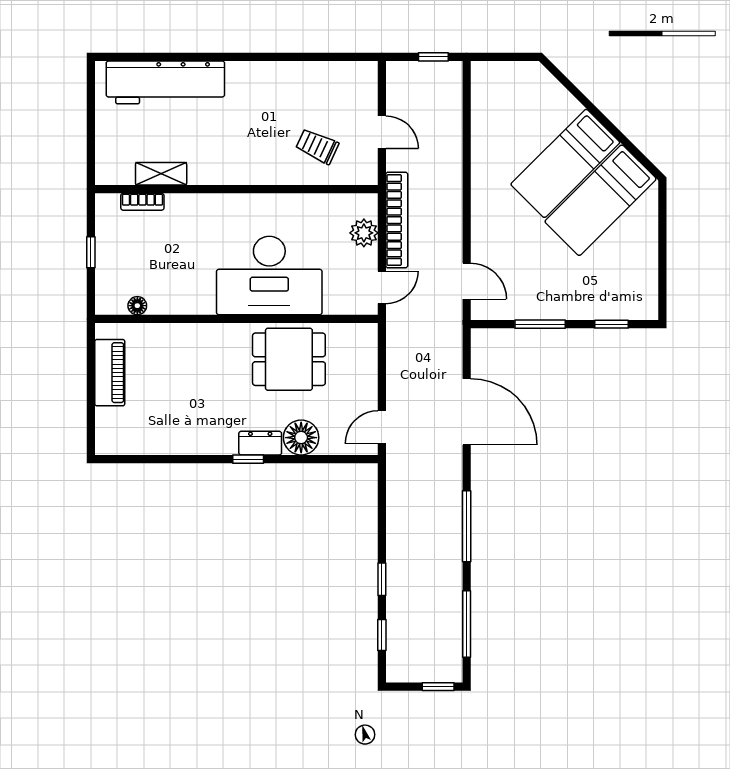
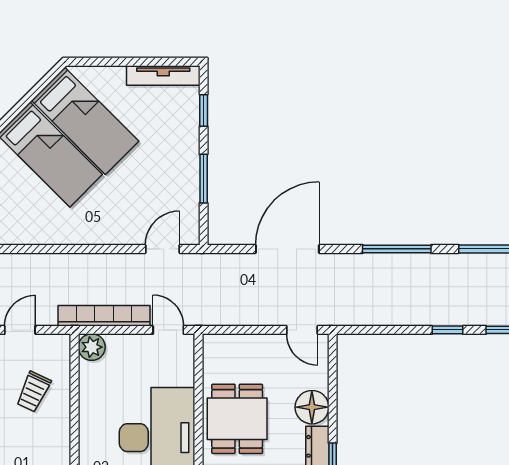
plant: (364, 233) -> (92, 347), moved
tv unit: (648, 282) -> (163, 75), added

